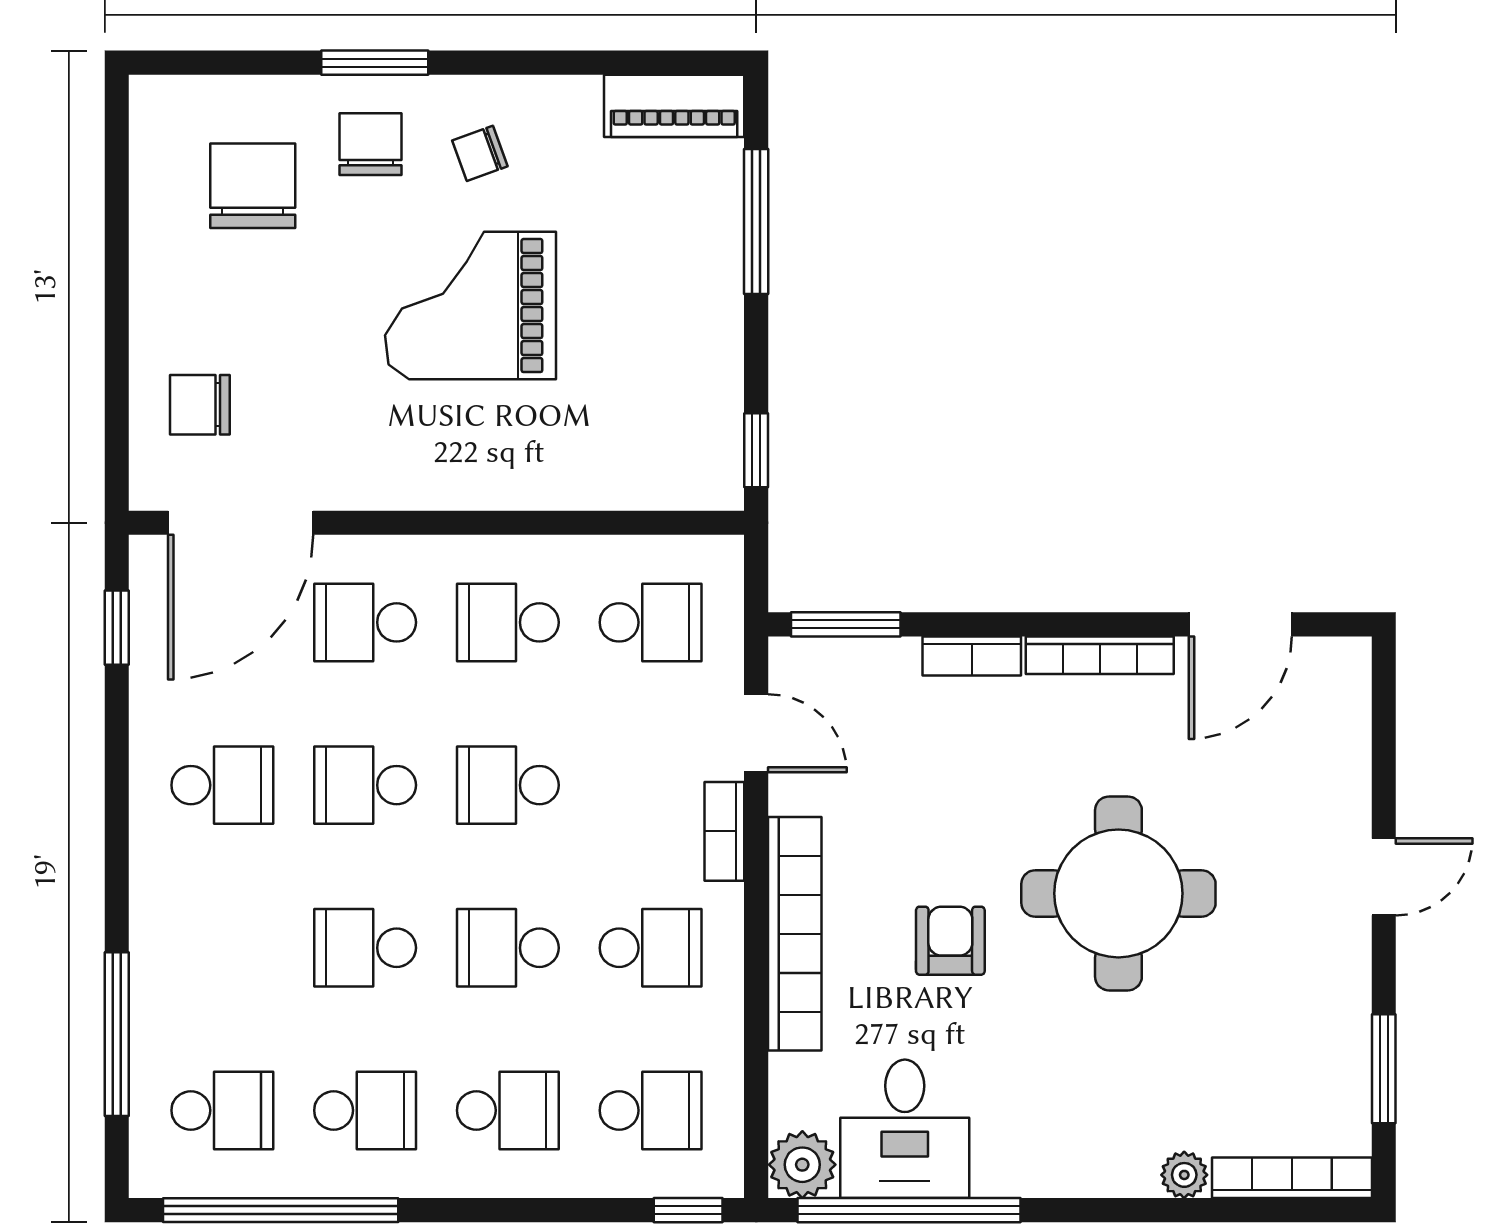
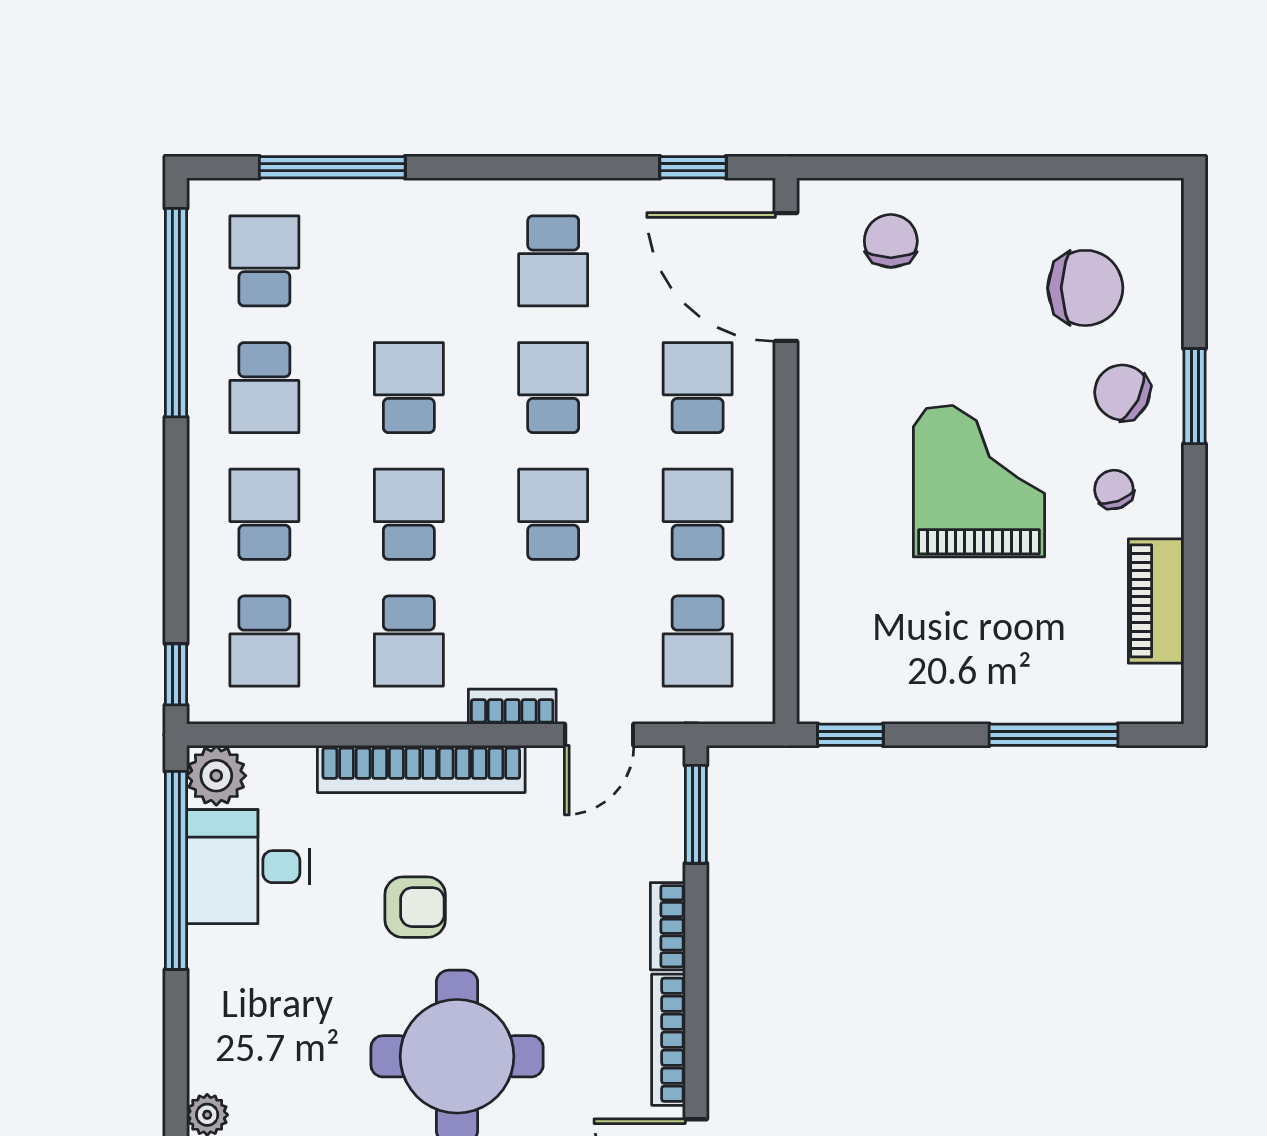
piano: (674, 106) -> (1156, 601), moved
chair: (370, 144) -> (1122, 392), turned -153
school desk: (222, 1110) -> (264, 261), turned 180
school desk: (508, 1110) -> (264, 514), turned 180

